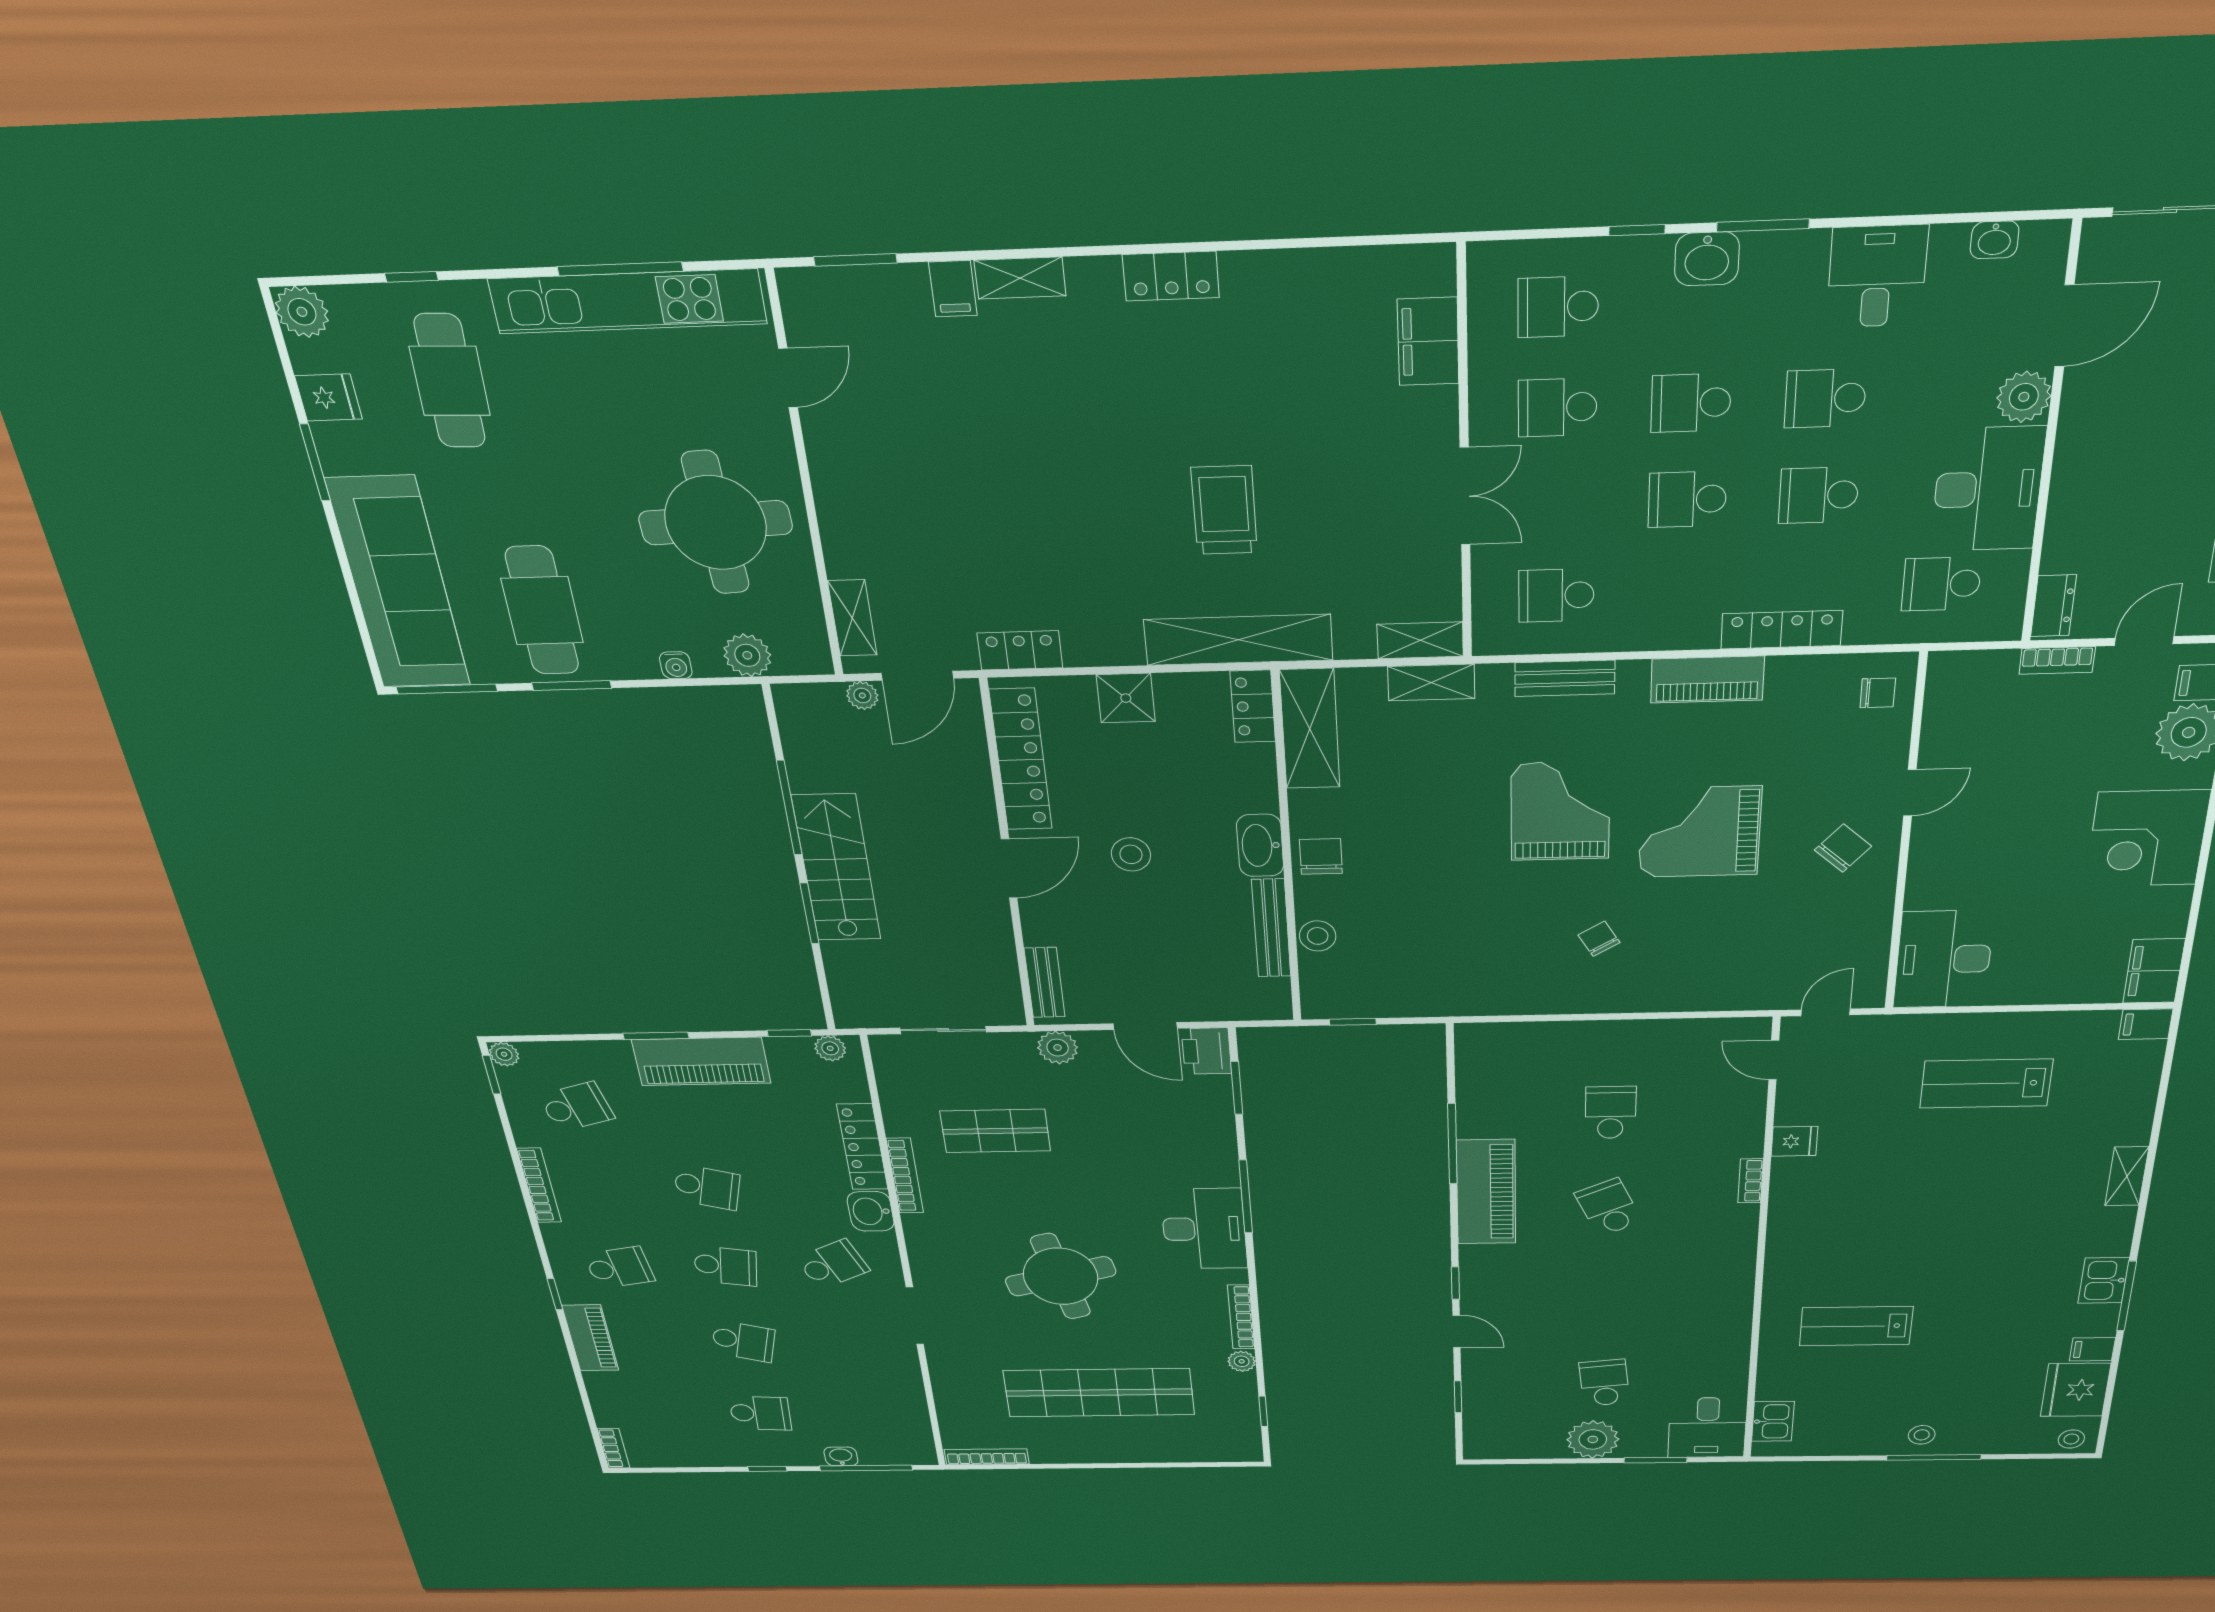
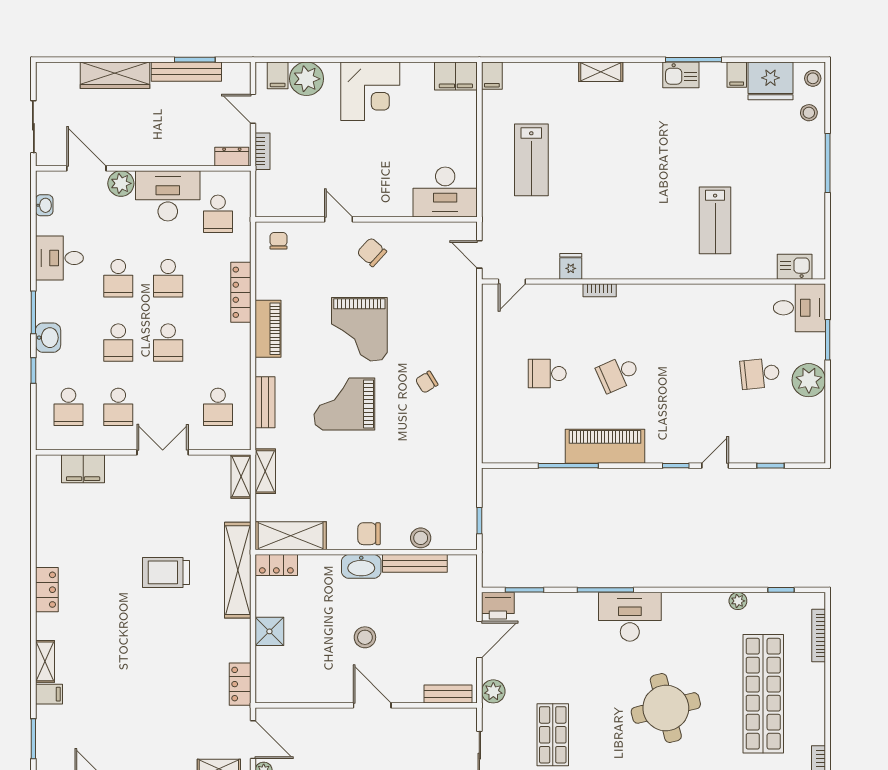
locker: (1021, 760) -> (305, 691), removed
bookcase: (1241, 1317) -> (819, 635), moved, turned 90
stool: (1922, 1435) -> (809, 113), moved

